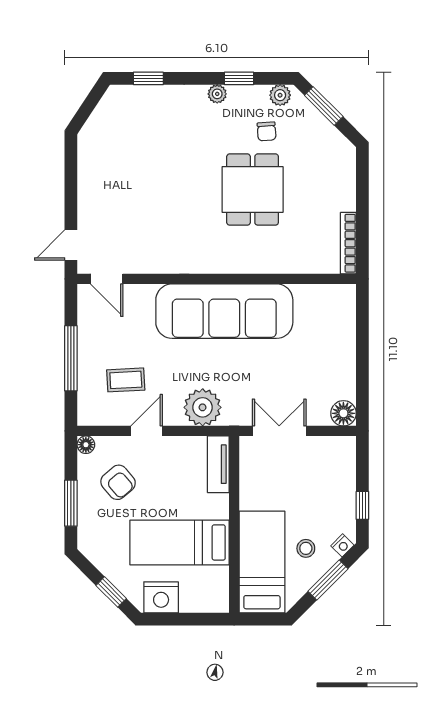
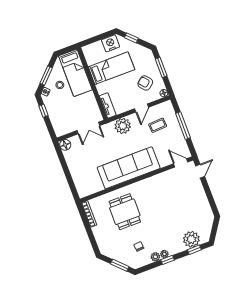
window: (239, 78) -> (167, 260), moved
plant: (280, 95) -> (155, 257), moved
plant: (146, 104) -> (191, 239), added
dining table: (253, 190) -> (125, 212), moved

